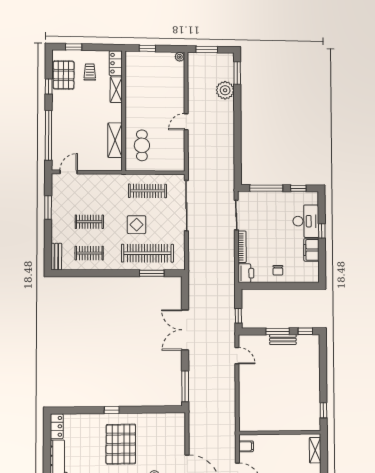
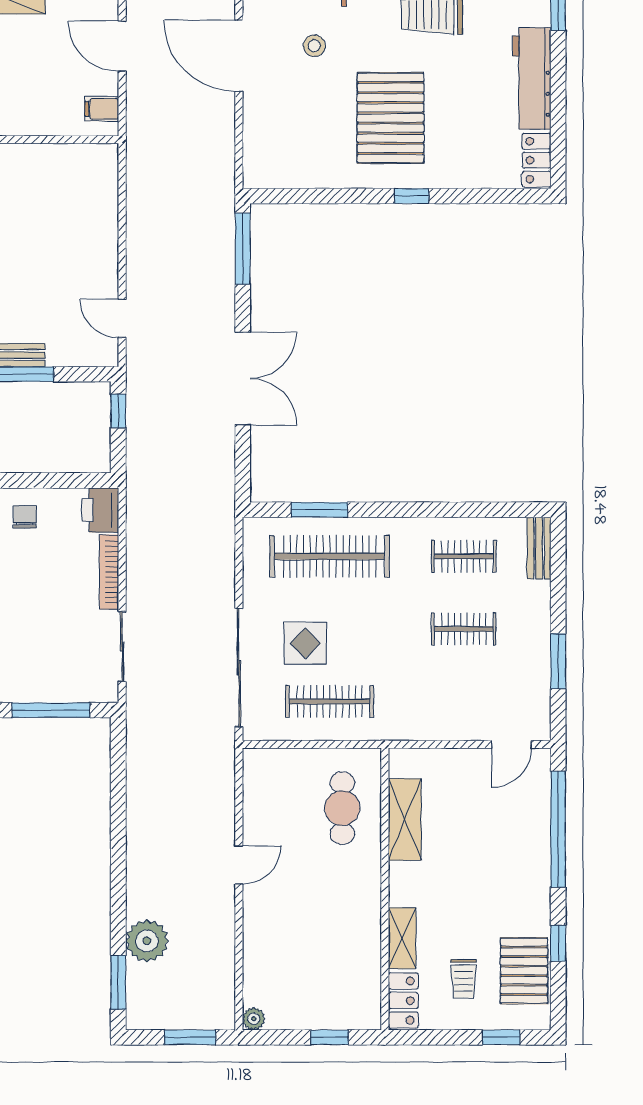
display table: (137, 225) -> (305, 643), moved

